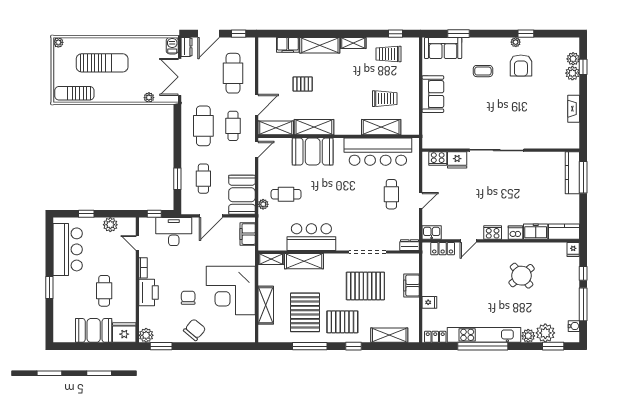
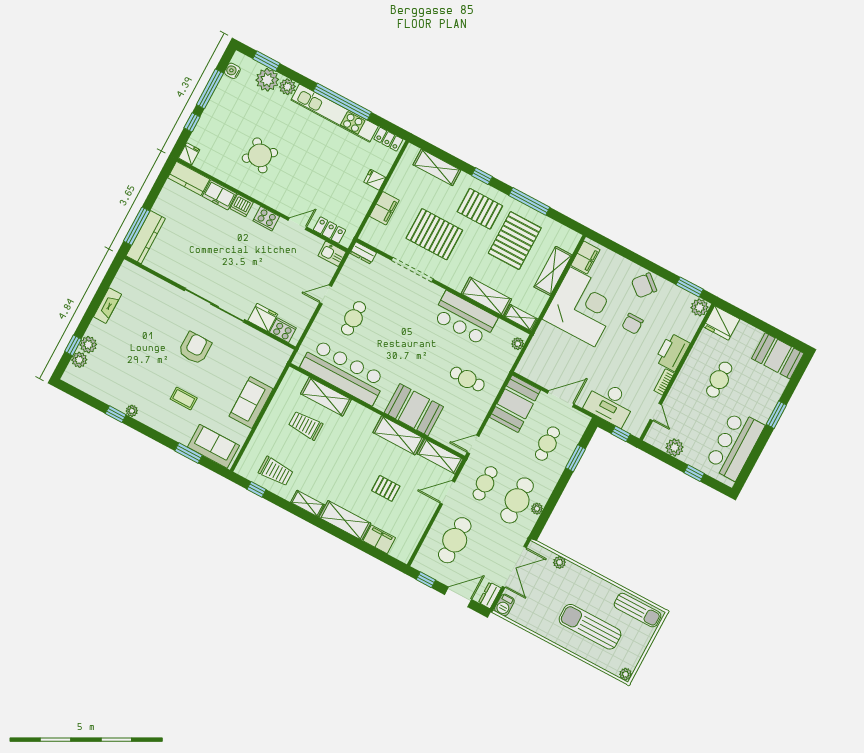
armchair: (521, 66) -> (195, 348), moved
plant: (186, 128) -> (537, 509), added
plant: (263, 204) -> (518, 344), moved
filing cabinet: (248, 234) -> (585, 258), moved
booth: (94, 330) -> (778, 356), moved

